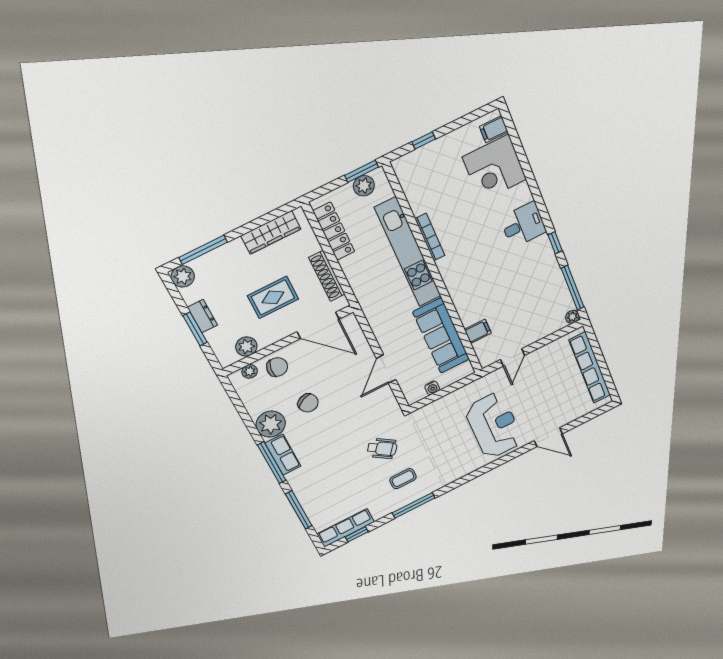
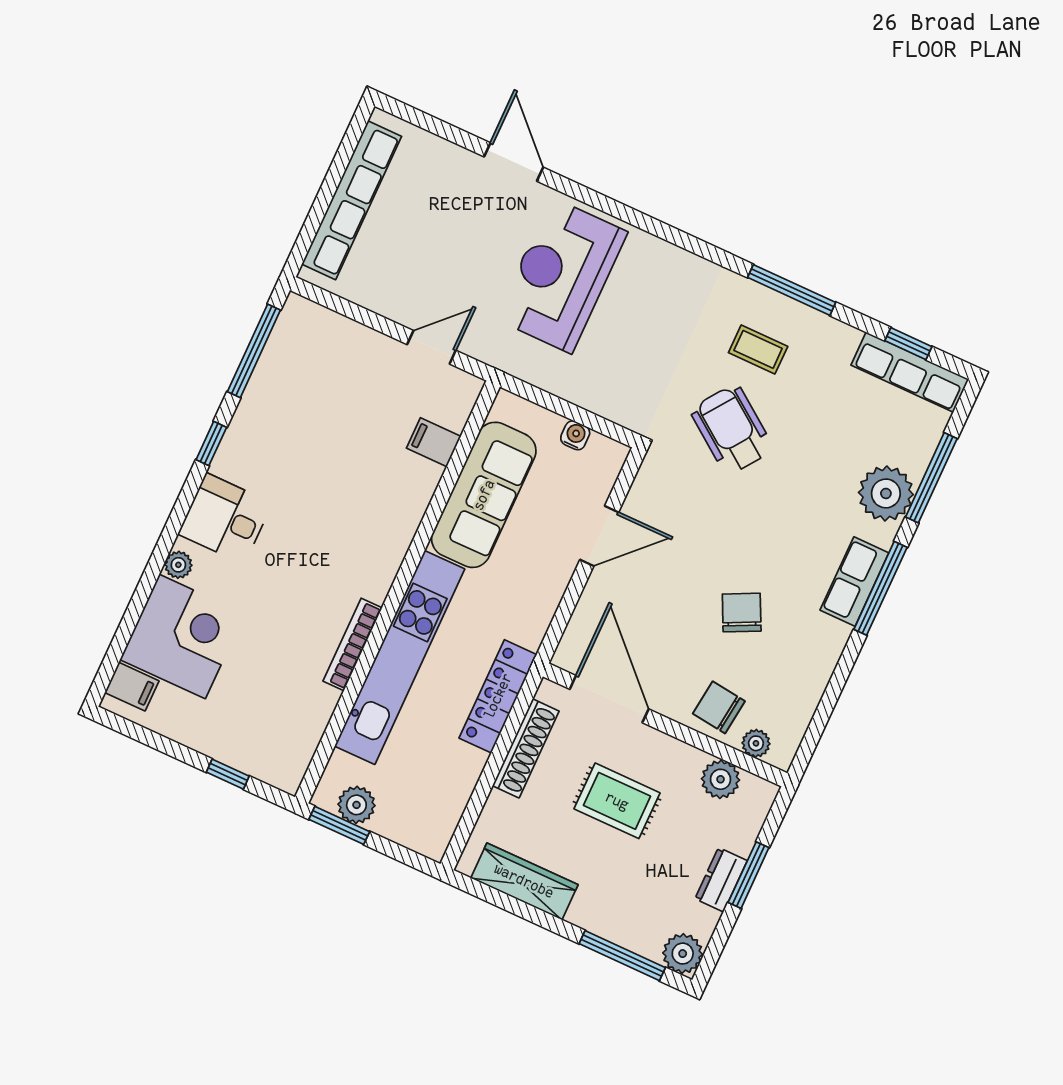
locker: (334, 231) -> (498, 696), moved
plant: (572, 317) -> (178, 565), moved
plant: (271, 424) -> (886, 493), moved
wheelchair: (382, 448) -> (732, 430), width x1.36, depth x1.37

